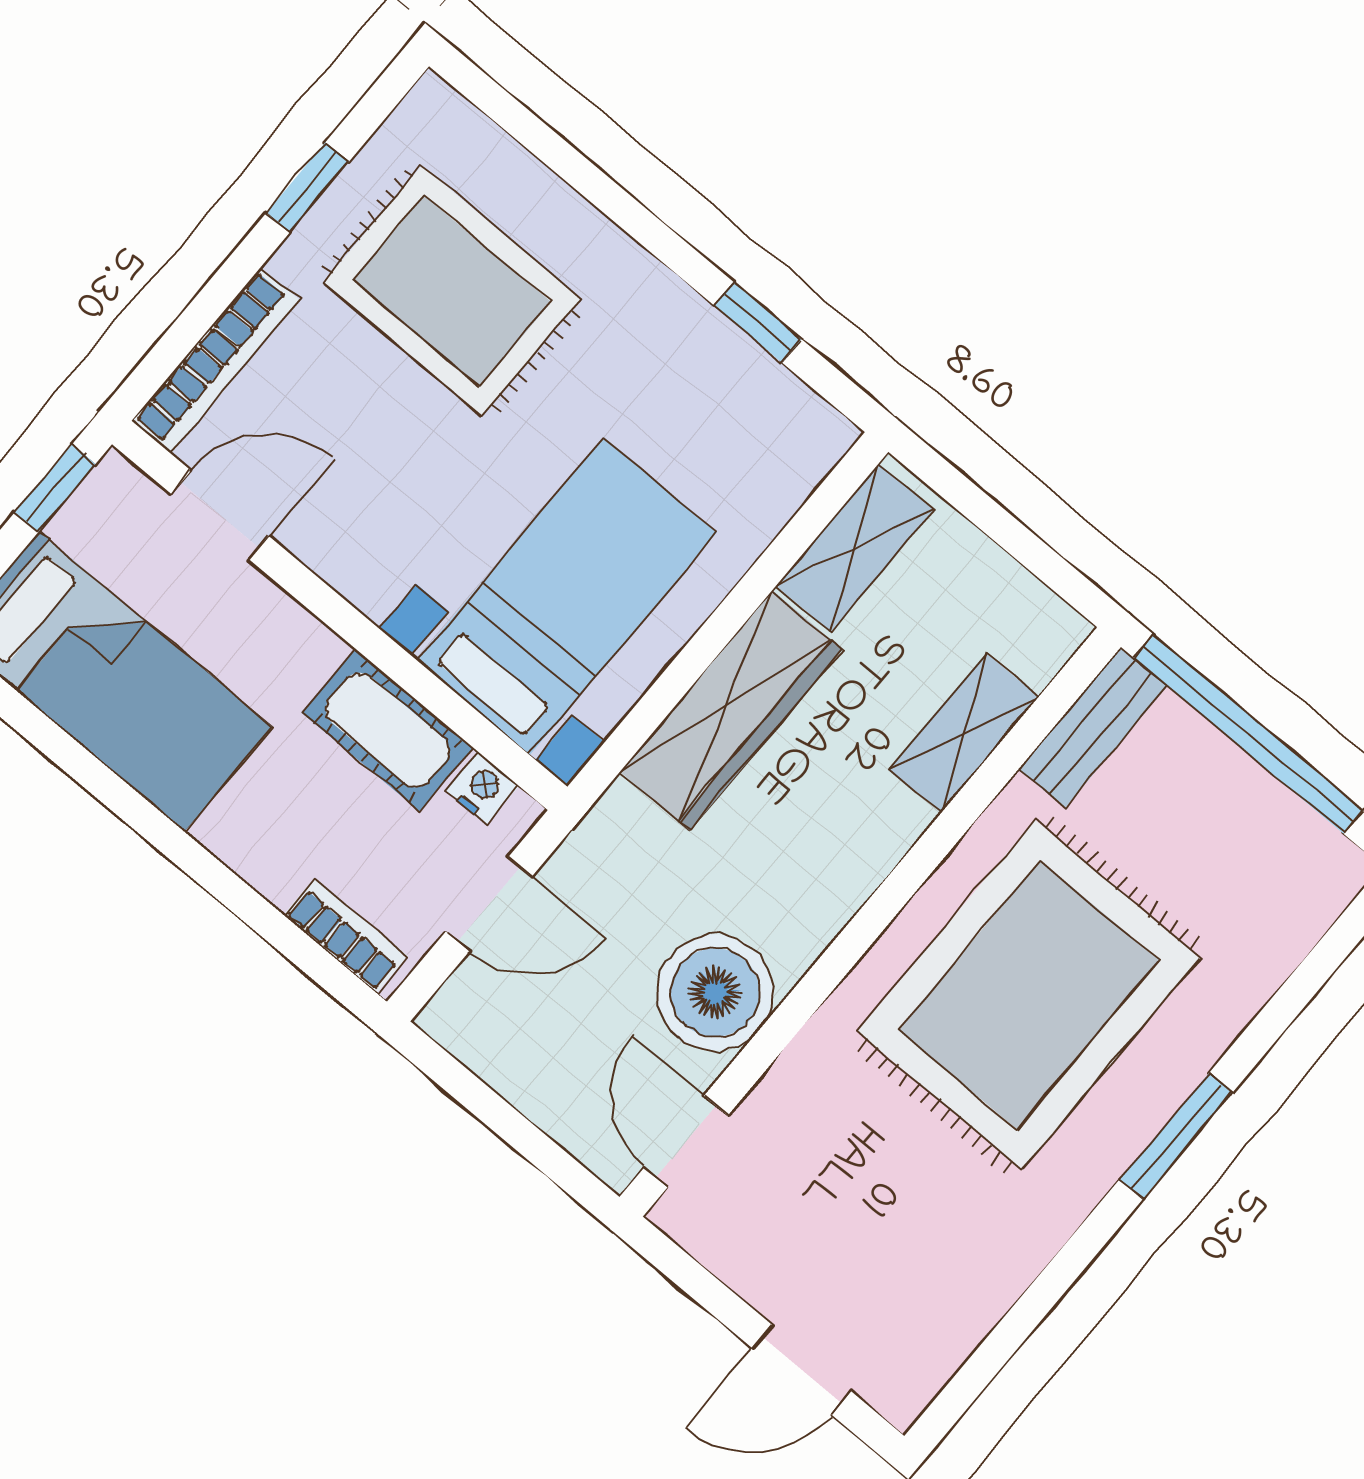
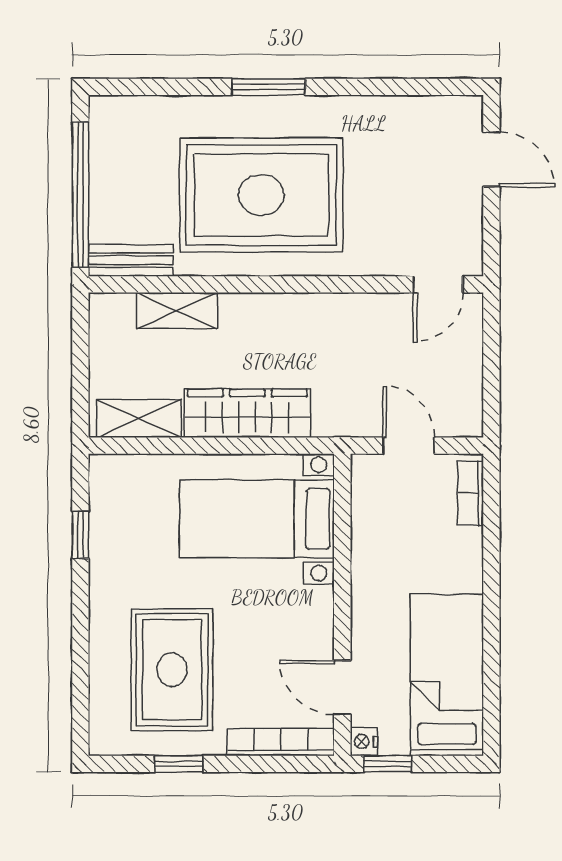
cot: (387, 730) -> (373, 546), removed
nightstand: (482, 788) -> (364, 742), moved
boiler: (715, 992) -> (367, 323), removed

